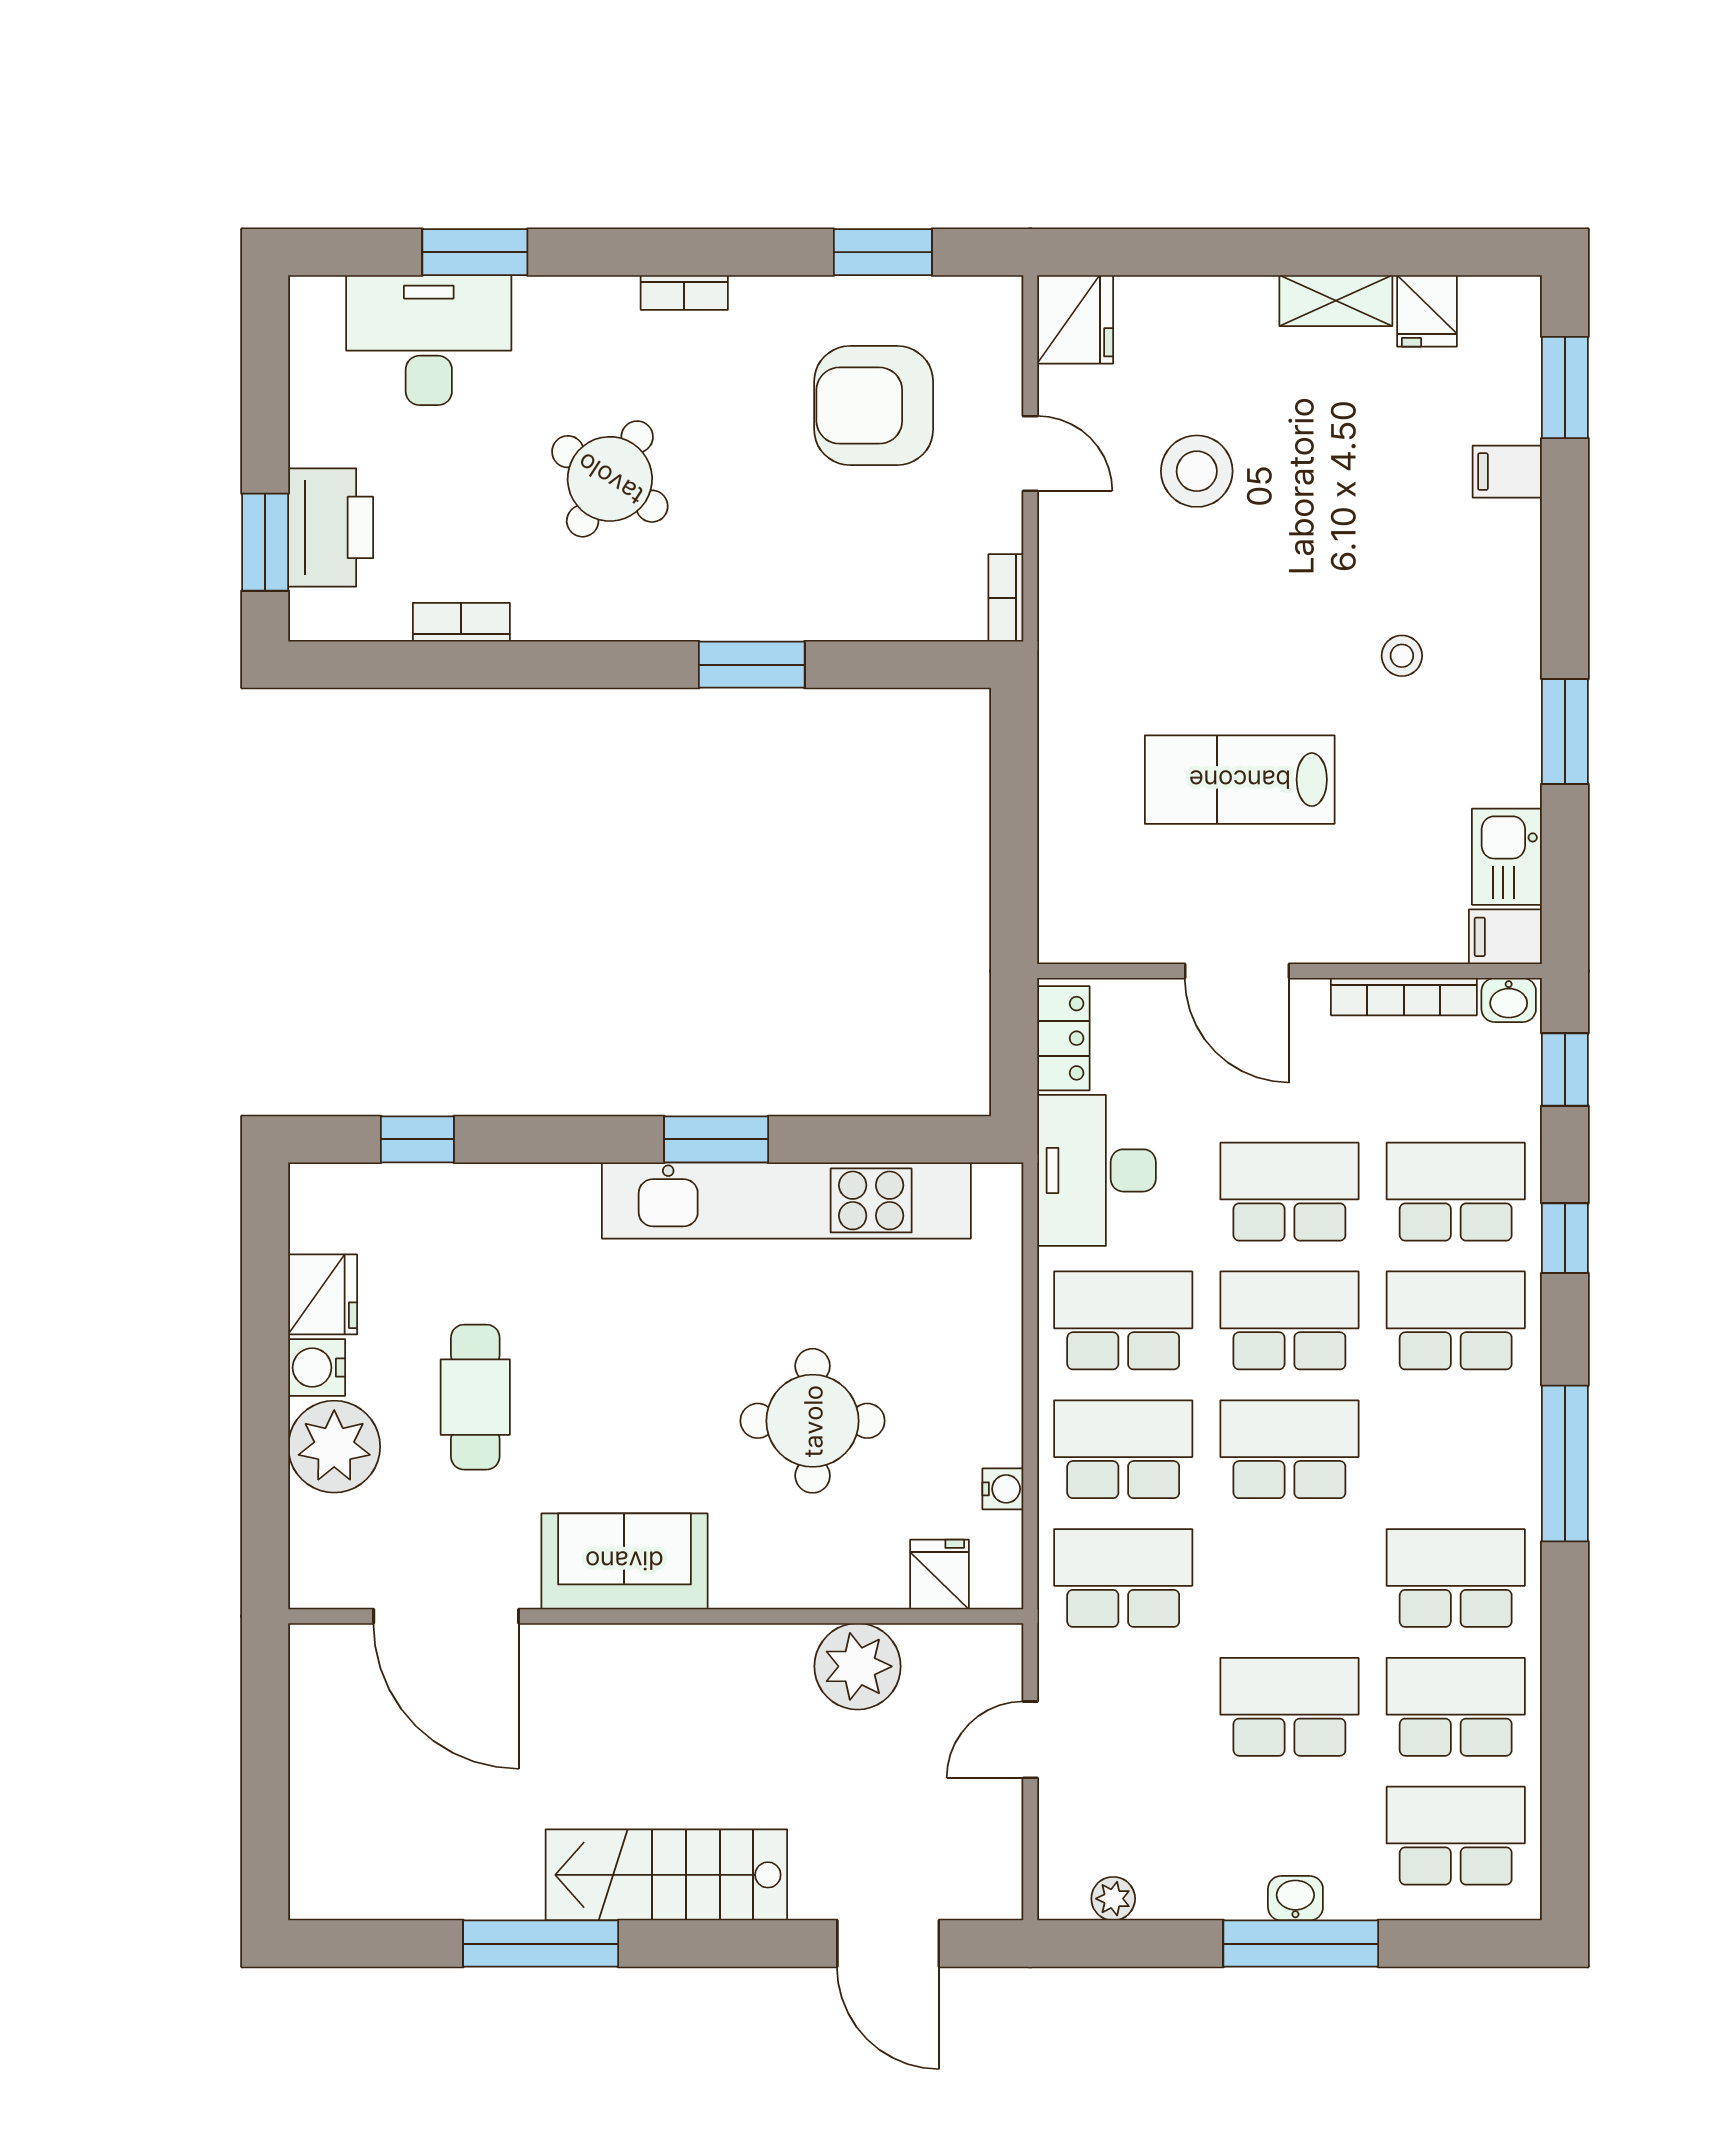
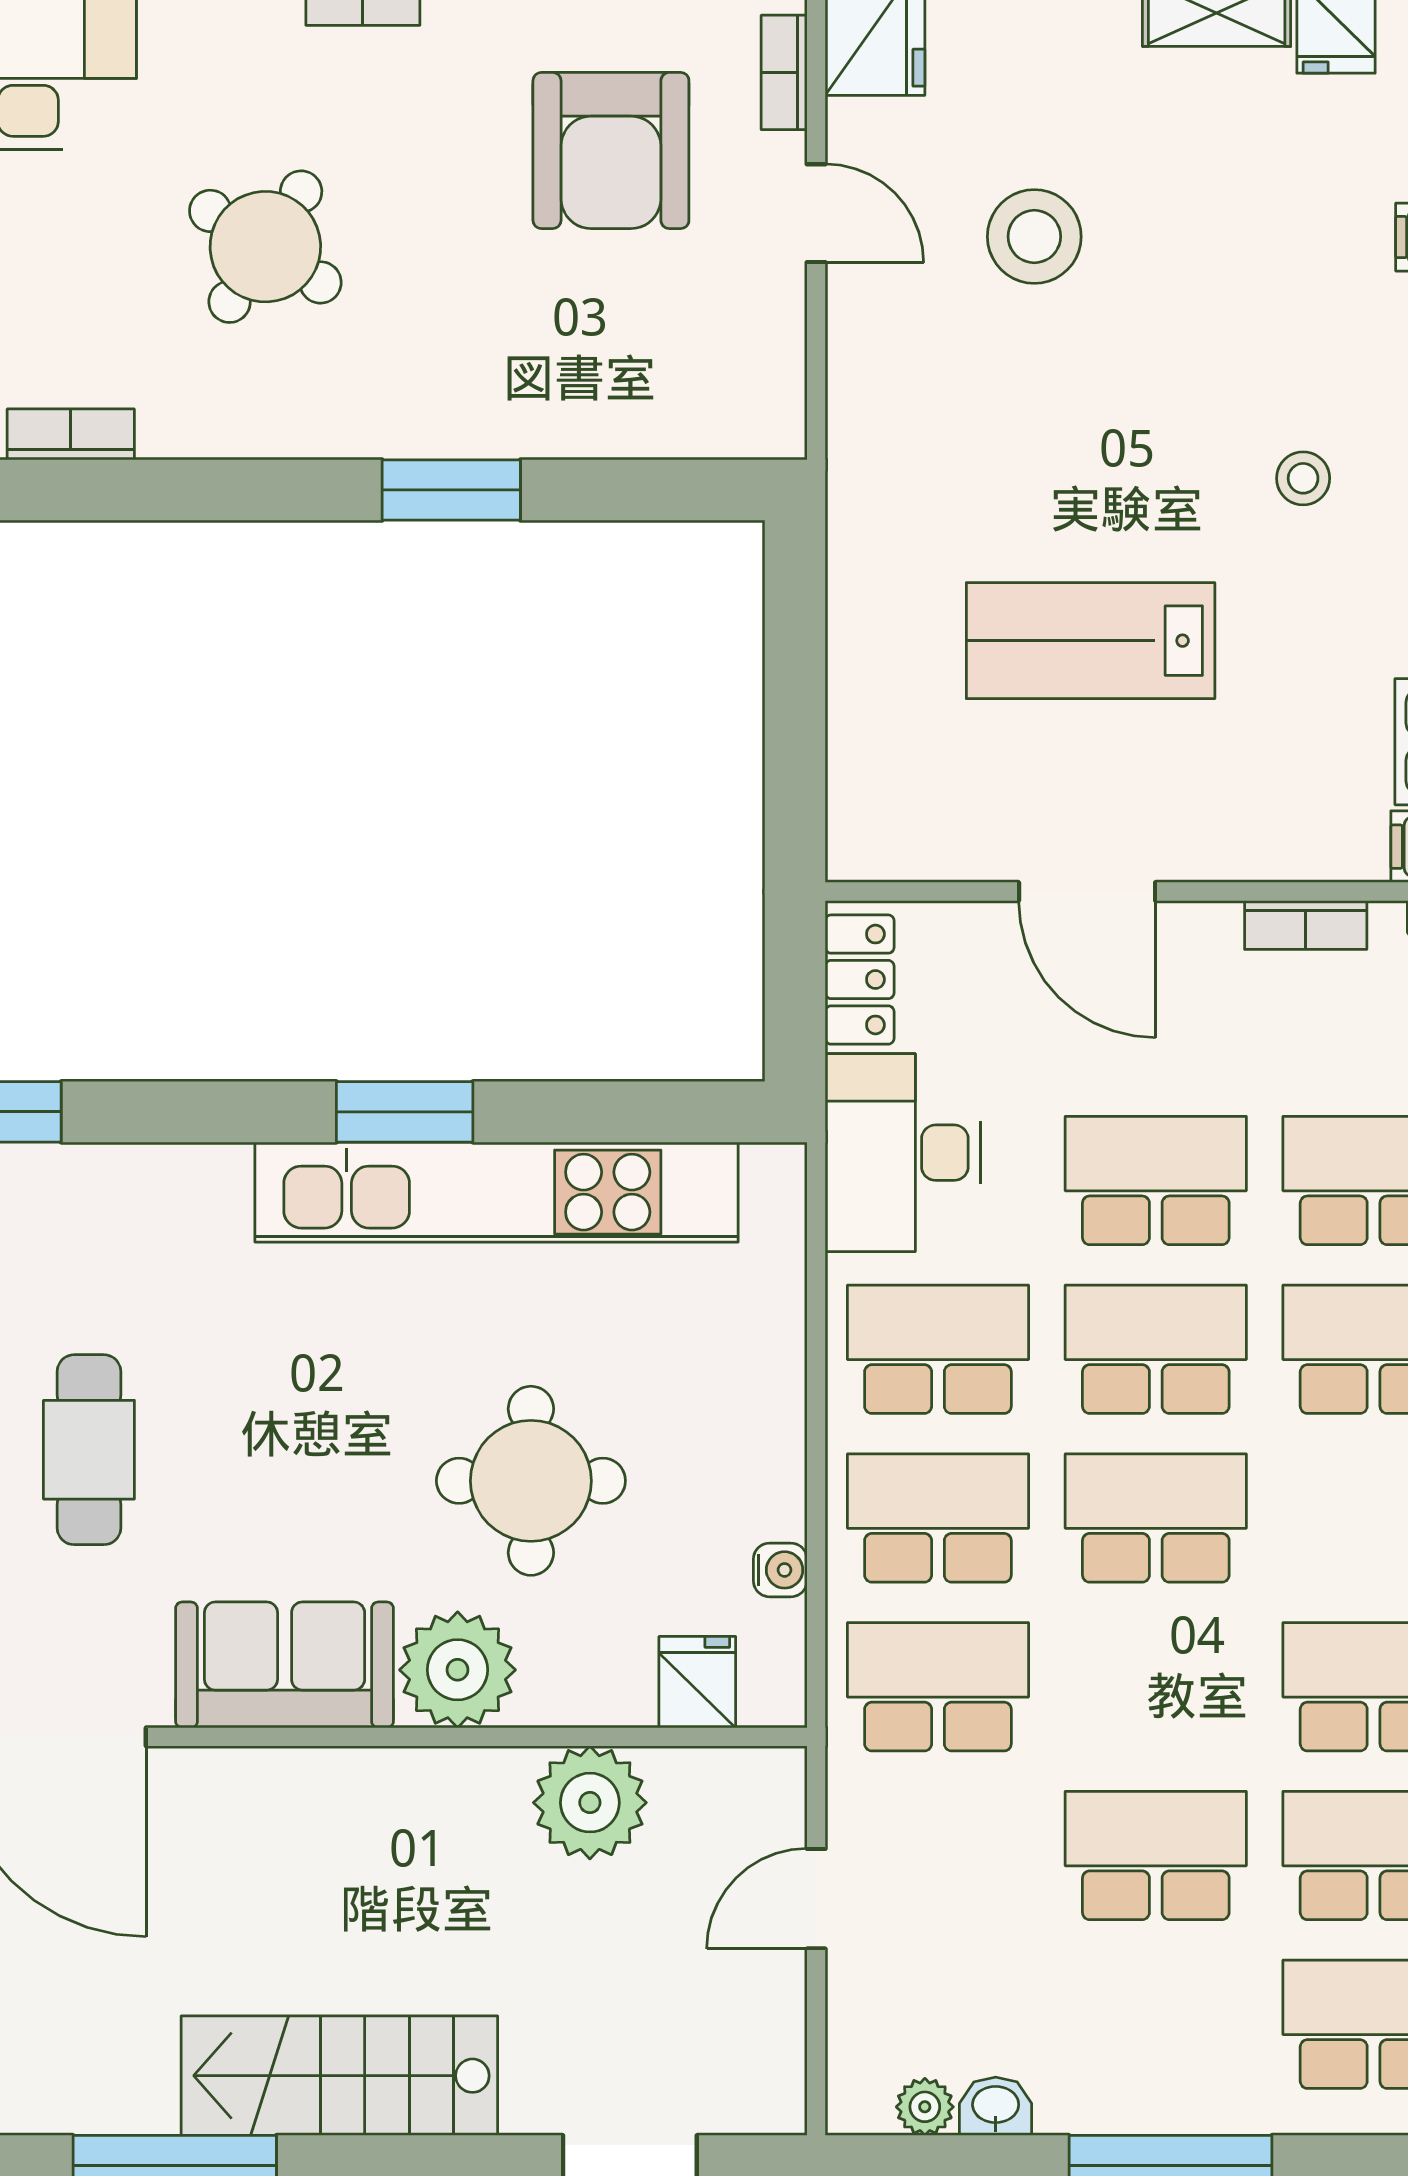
armchair: (874, 406) -> (611, 150), turned -90
bookcase: (1006, 598) -> (784, 72), moved
bookcase: (1404, 997) -> (1306, 925), width x0.64
plant: (757, 1565) -> (458, 1670), added
washbasin: (1295, 1898) -> (996, 2106), moved

